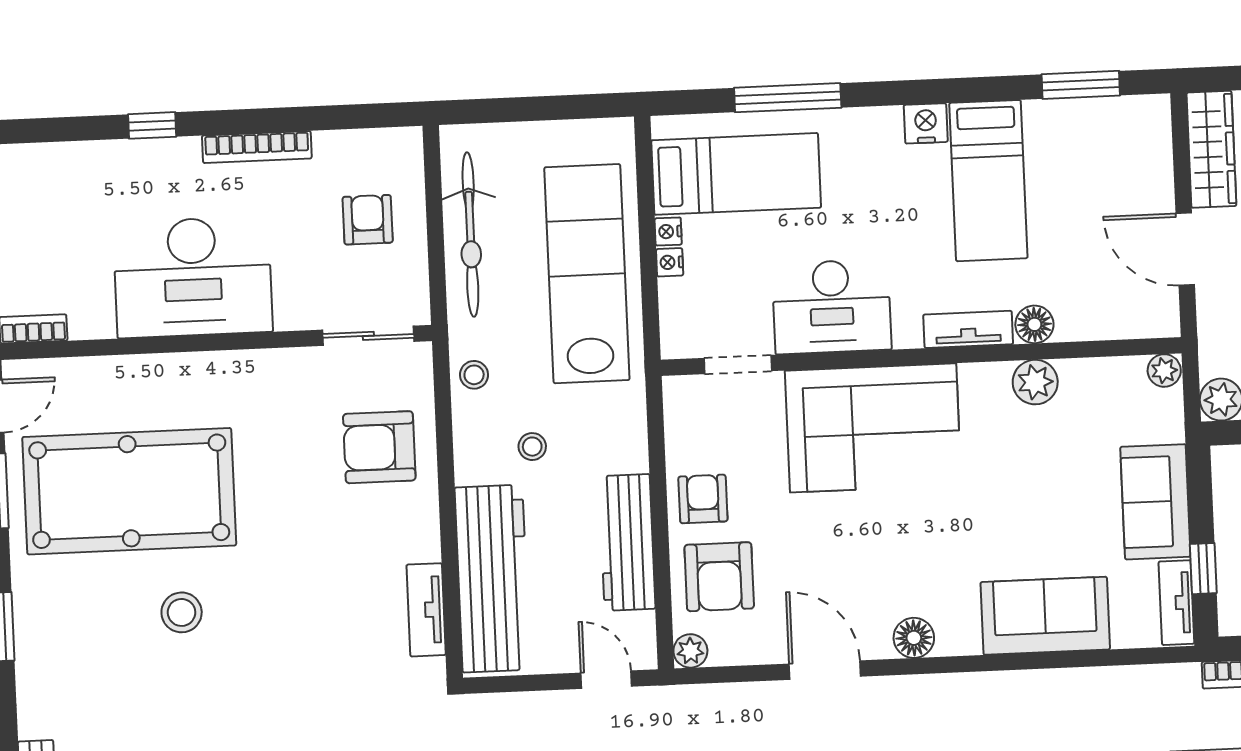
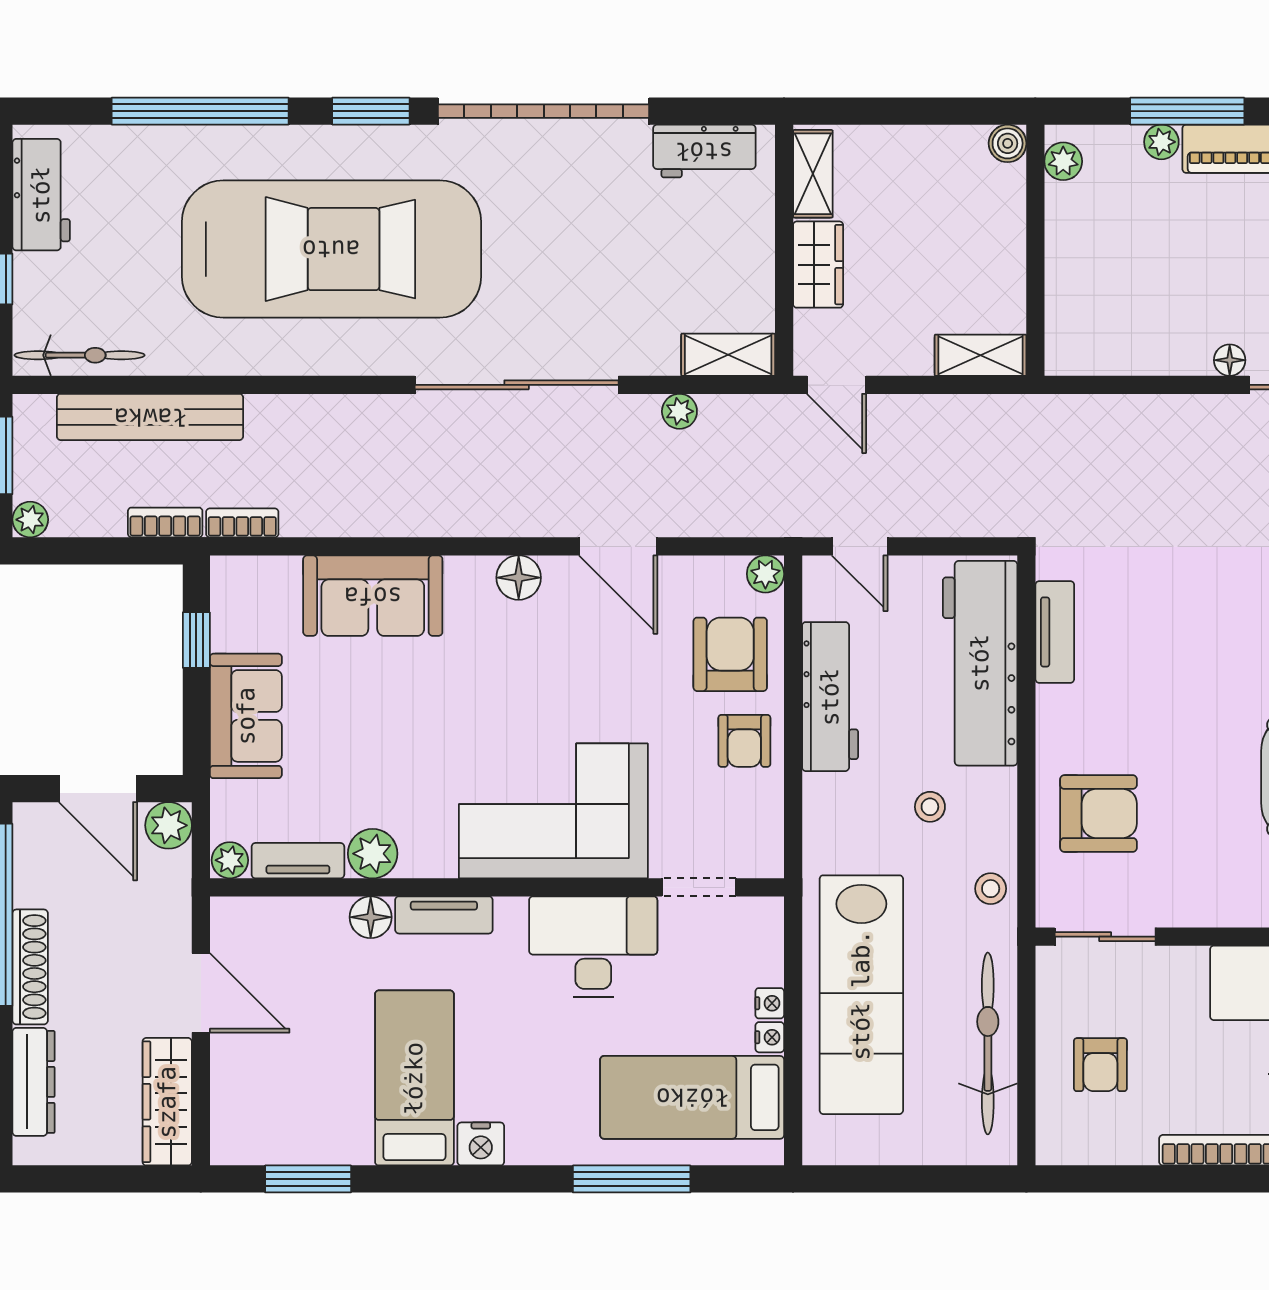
tv unit: (1176, 603) -> (298, 861), moved, turned -90
bookcase: (1166, 676) -> (242, 523), added

